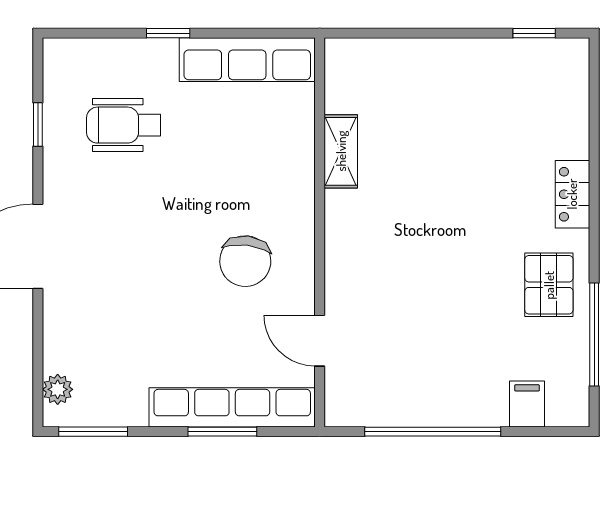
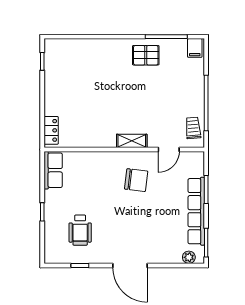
row of seats: (247, 60) -> (53, 170), width x0.68
shelving: (341, 151) -> (132, 141), moved
locker: (572, 194) -> (51, 130), moved, turned -90
trolley: (372, 400) -> (193, 128), added
filing cabinet: (527, 404) -> (195, 48), moved, turned -90
row of seats: (232, 407) -> (196, 211), moved

